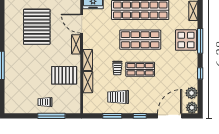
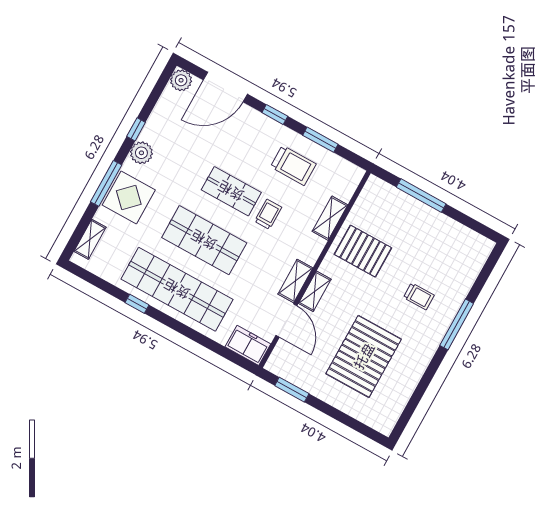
shelving: (88, 60) -> (295, 281), moved
plant: (192, 93) -> (141, 153), moved
trolley: (45, 102) -> (419, 296), moved

